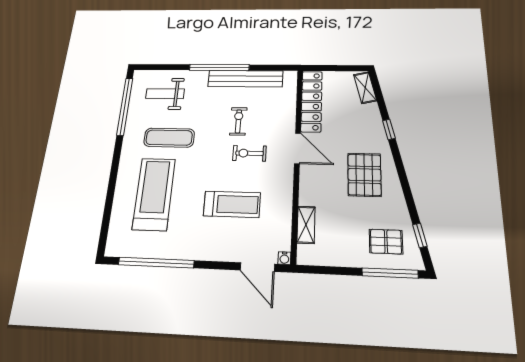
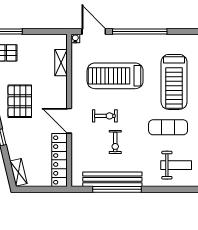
window: (219, 67) -> (117, 189), moved
treadmill: (232, 204) -> (115, 76), width x1.37, depth x1.38
window: (156, 263) -> (140, 31), moved

